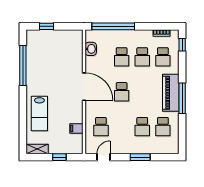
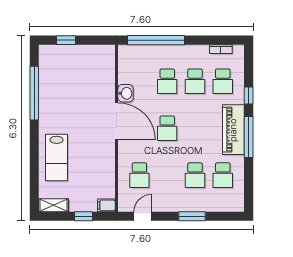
window: (182, 45) -> (249, 95), moved
washbasin: (91, 49) -> (126, 93), moved
filing cabinet: (76, 129) -> (106, 205), moved

